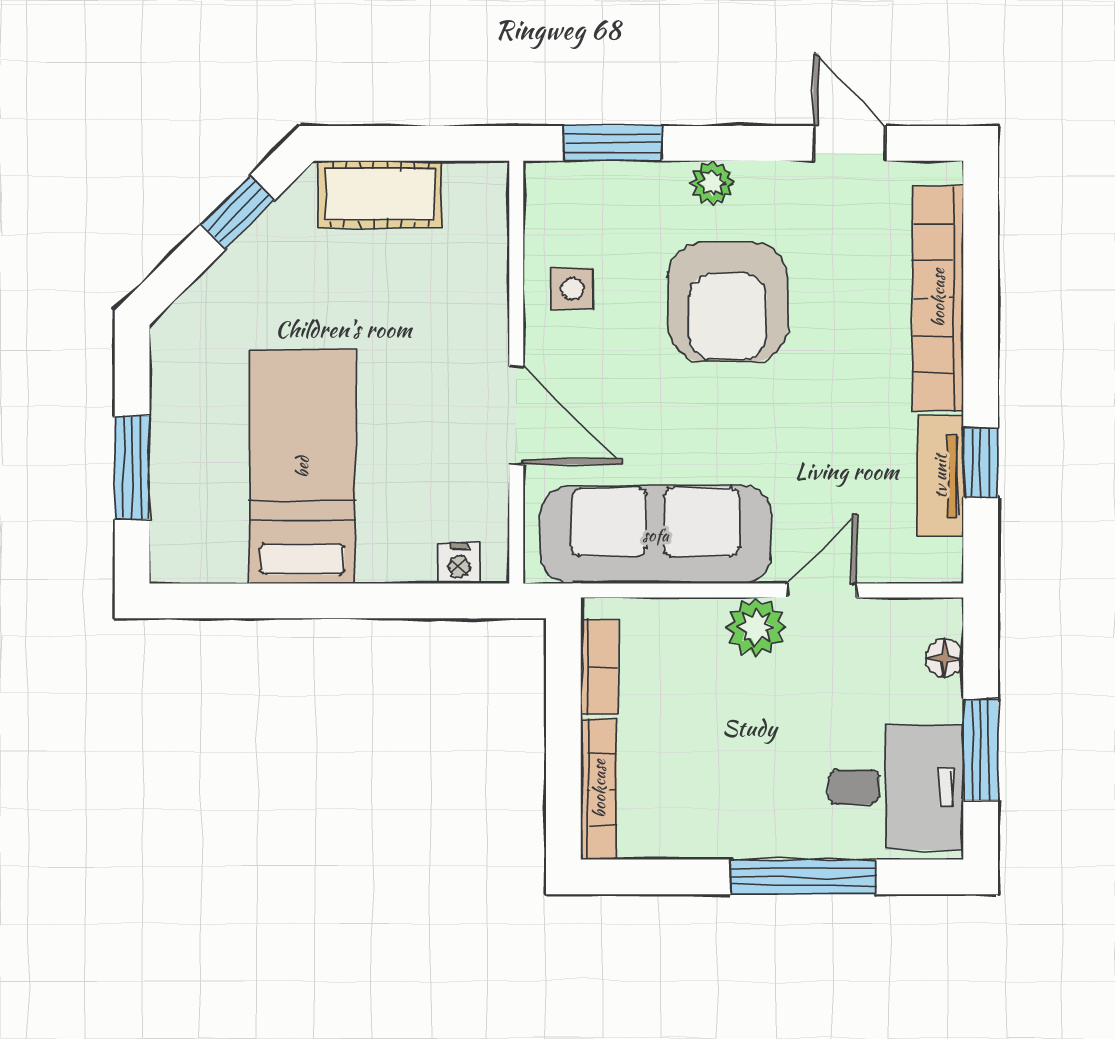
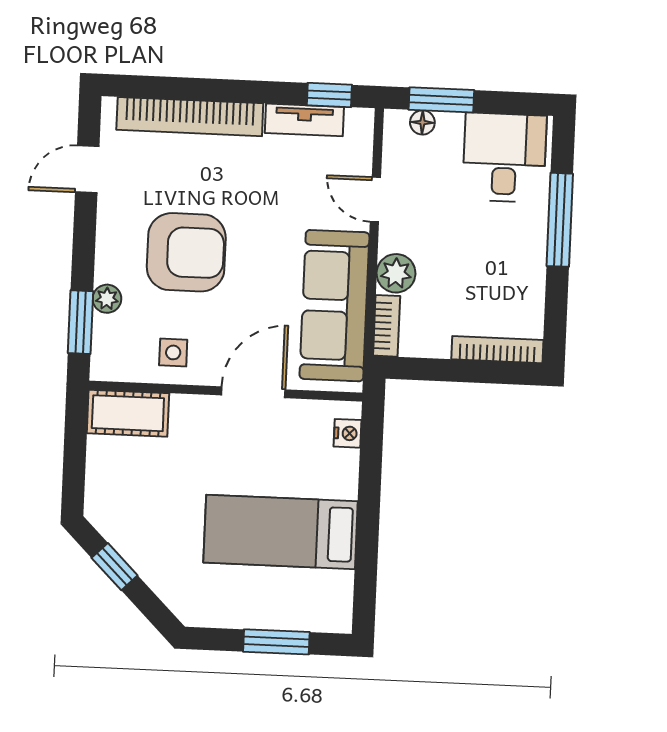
plant: (712, 183) -> (107, 299), moved
cot: (380, 194) -> (128, 413), moved, turned 90
window: (981, 463) -> (329, 95), moved
plant: (756, 627) -> (396, 273), moved
bookcase: (599, 667) -> (387, 326), moved, turned 90
window: (981, 749) -> (441, 100), moved

